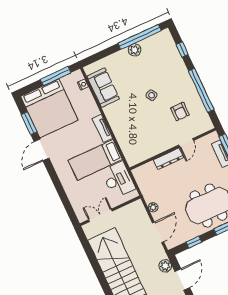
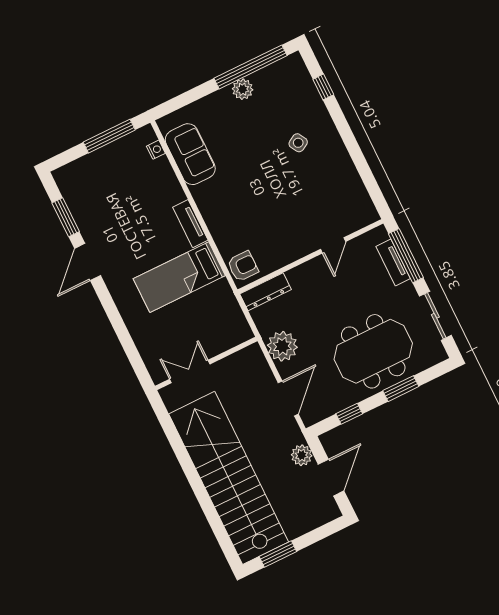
window: (201, 90) -> (357, 156), removed
side table: (152, 95) -> (298, 143), moved
bed: (49, 108) -> (100, 191), removed
armchair: (180, 112) -> (243, 266), moved, turned -90
dresser: (168, 159) -> (266, 292), moved
desk: (118, 180) -> (219, 310), removed
plant: (153, 207) -> (282, 346), width x1.88, depth x1.88

